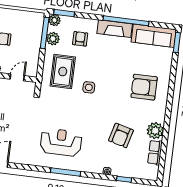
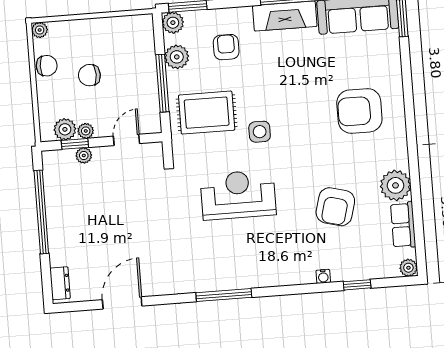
window: (45, 33) -> (162, 83), moved
rug: (63, 72) -> (207, 113), turned 90
reception desk: (61, 142) -> (238, 195), moved
window: (66, 172) -> (224, 295), moved
plant: (153, 176) -> (408, 268), added

